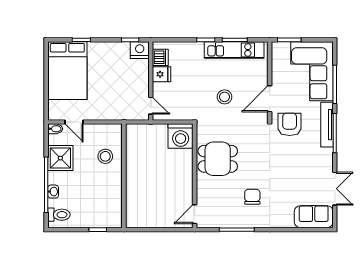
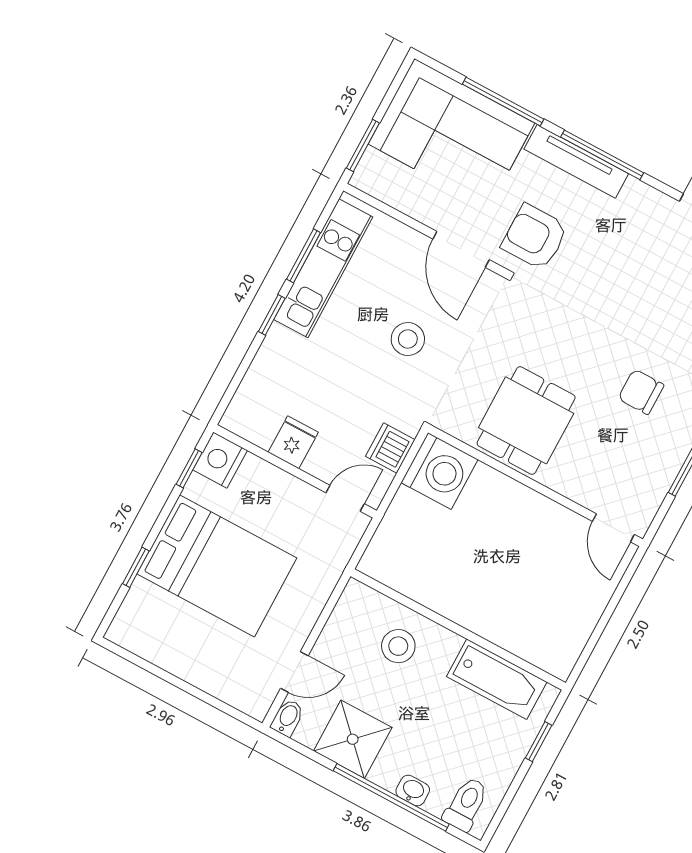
dishwasher: (160, 57) -> (390, 448), moved, turned -90
bed: (67, 71) -> (217, 566), moved
bathtub: (113, 201) -> (497, 679), added

